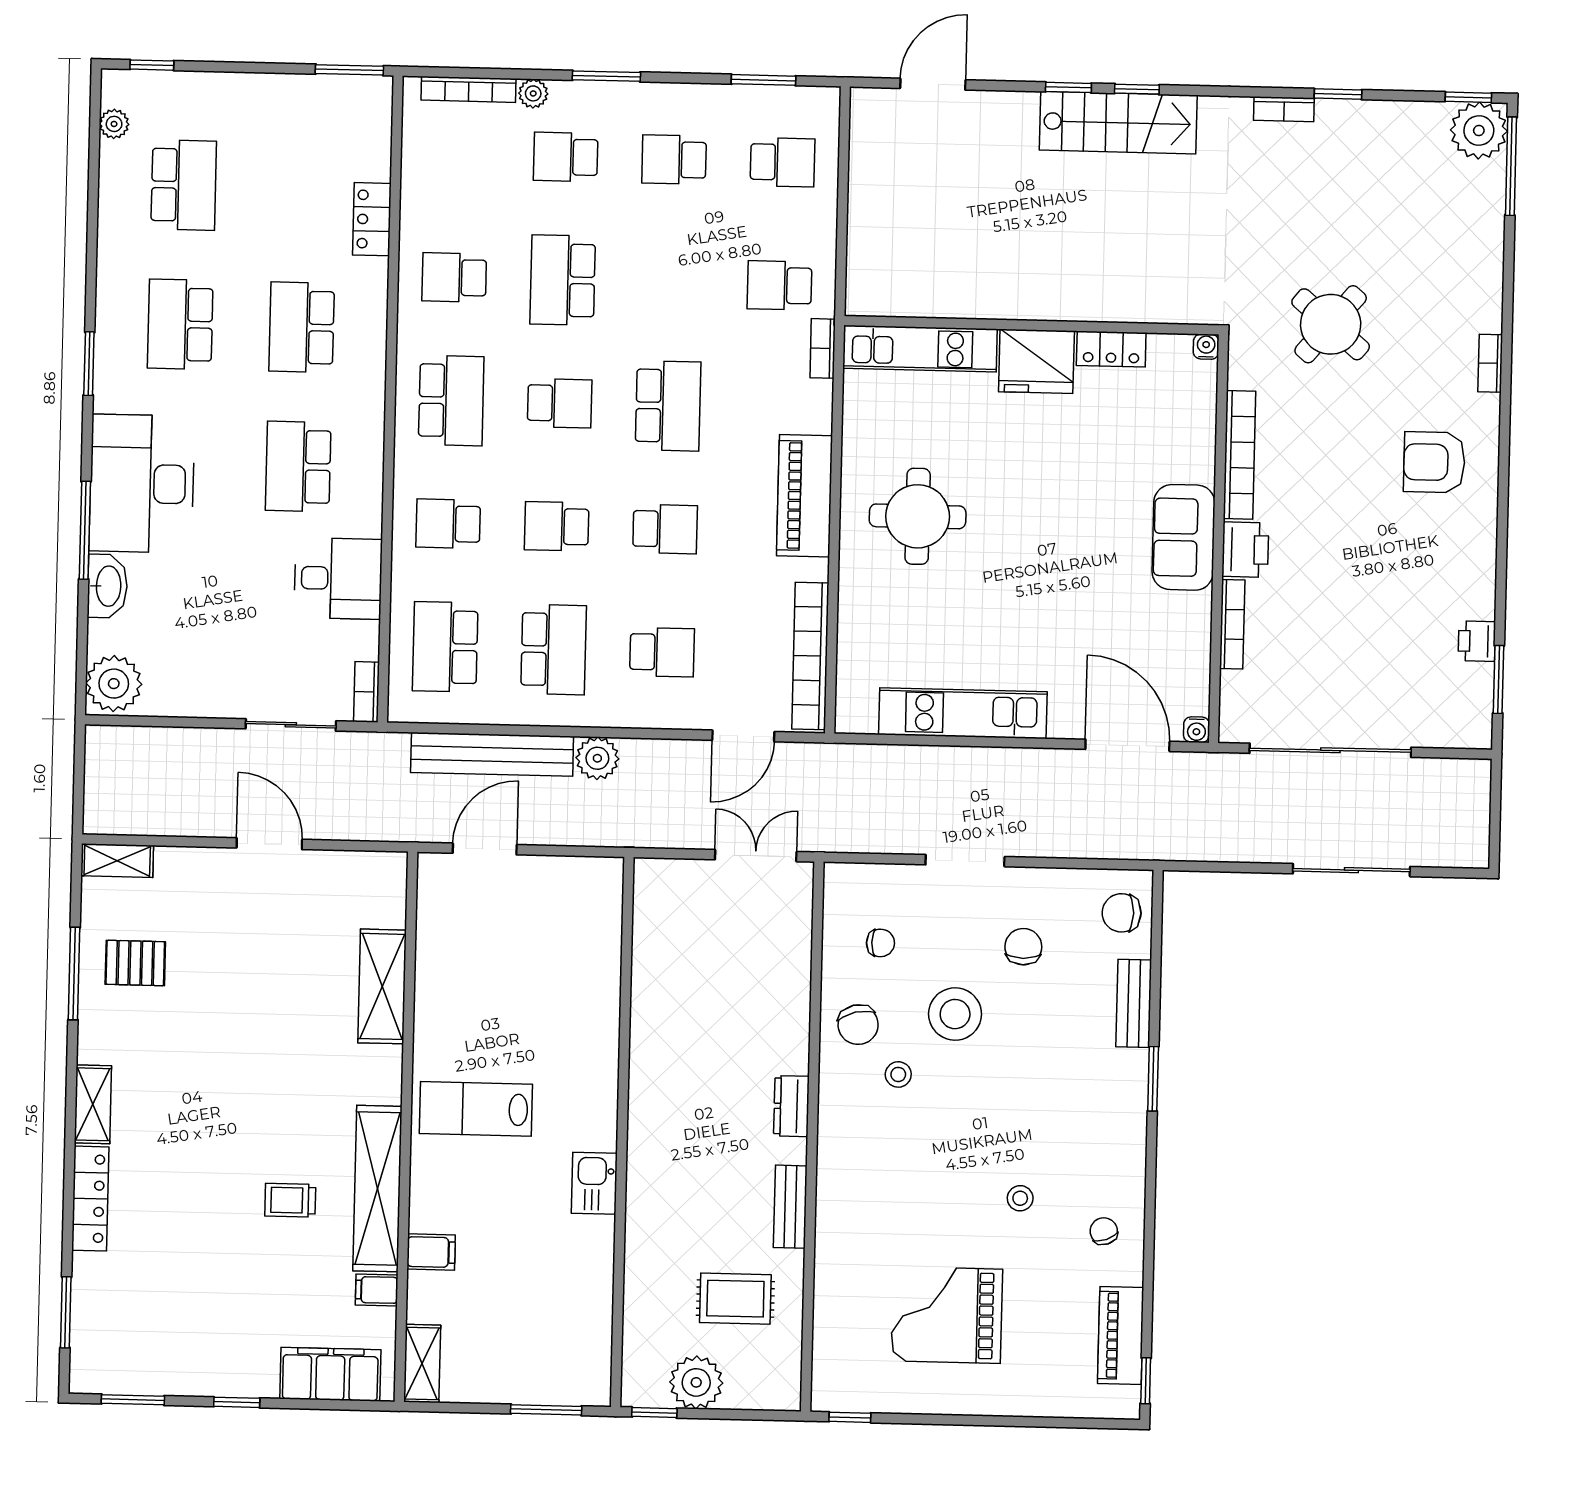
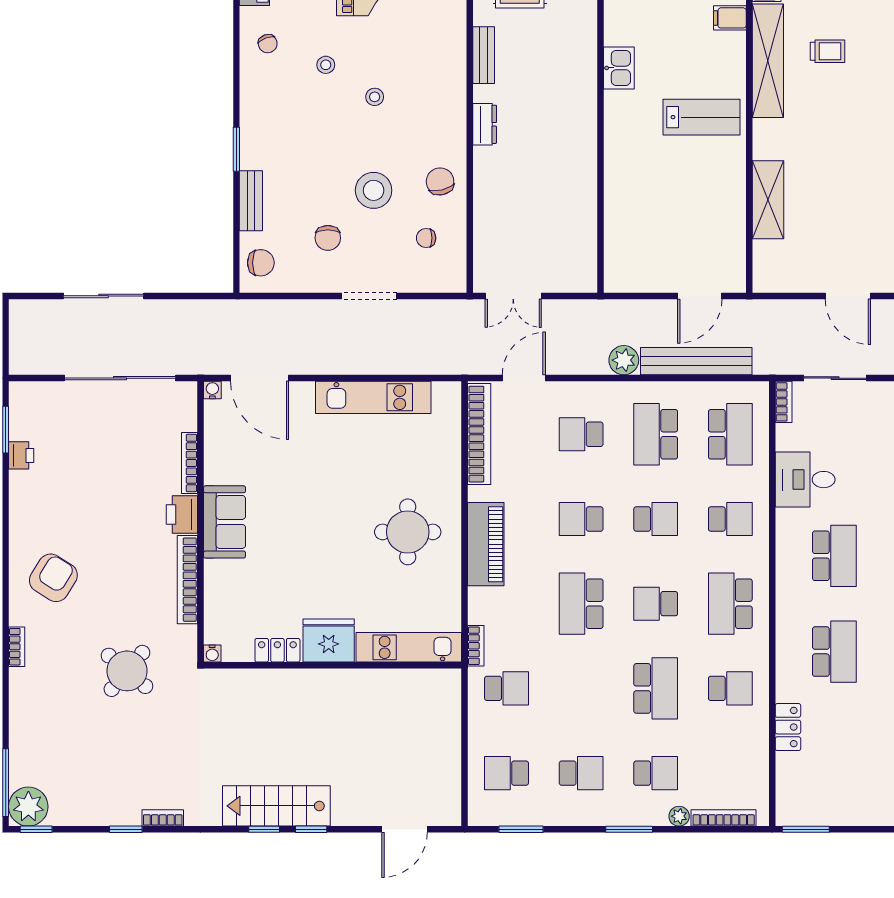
armchair: (1434, 462) -> (53, 578), turned -58
stool: (898, 1074) -> (375, 97), moved

